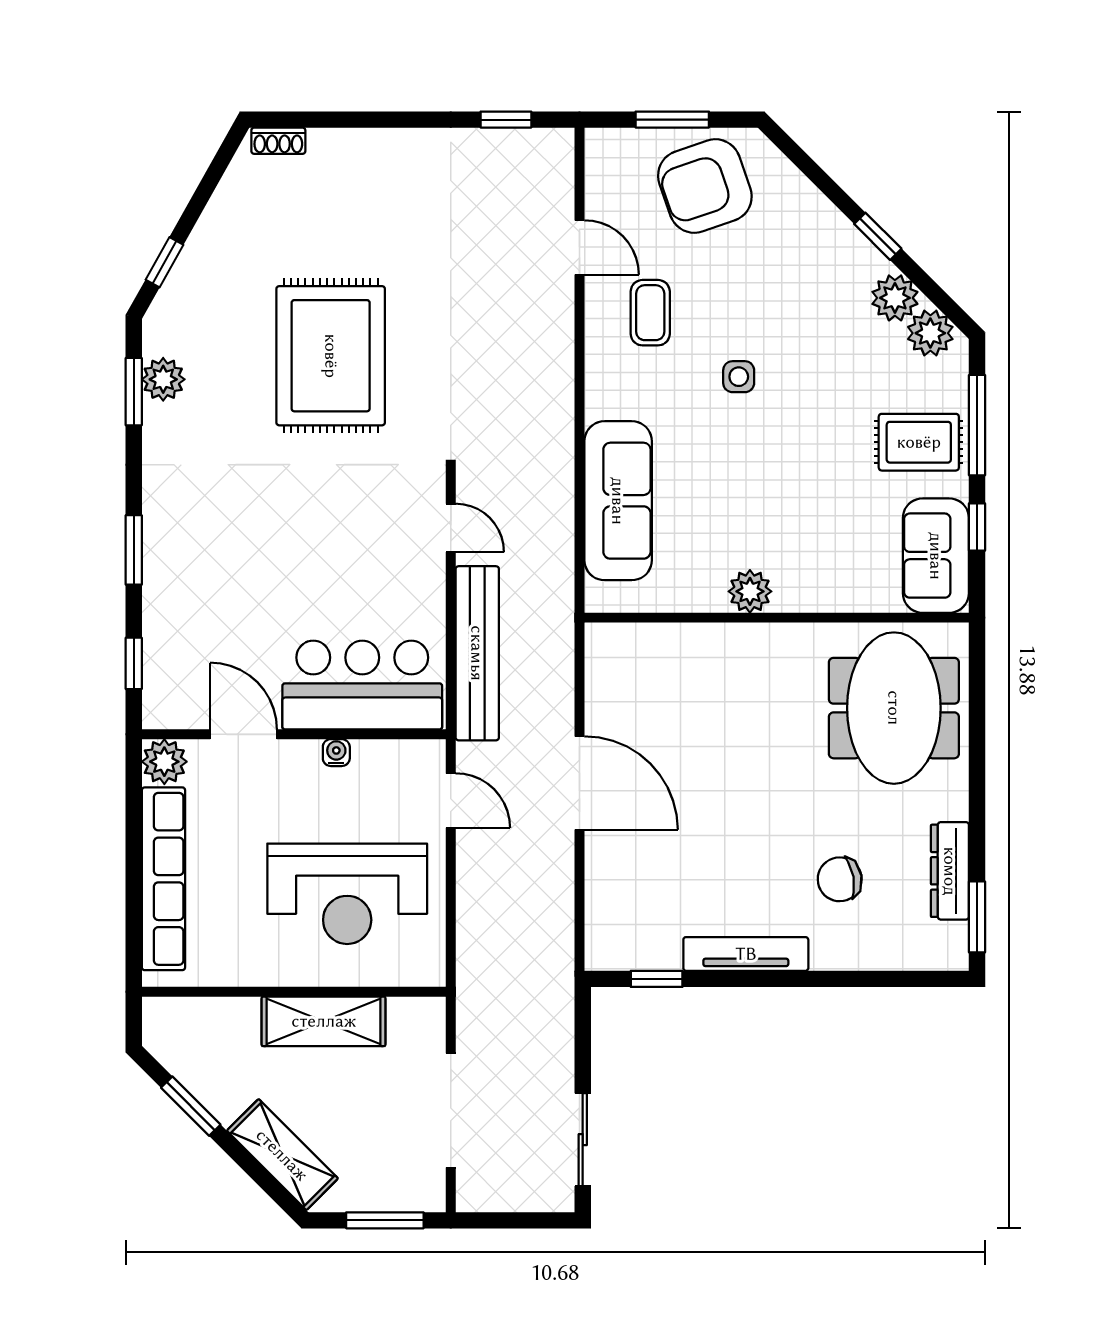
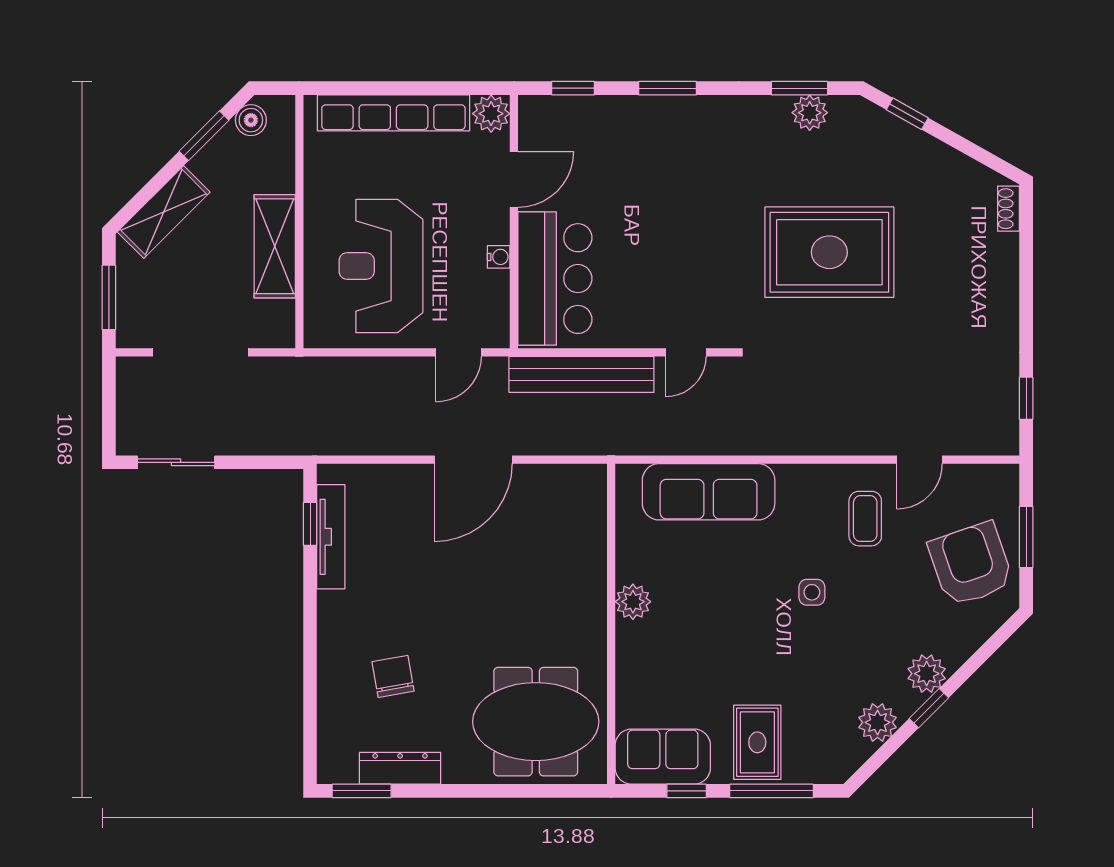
coffee table: (650, 313) -> (865, 519), turned 90
plant: (930, 333) -> (927, 674), moved
tv unit: (746, 954) -> (331, 537), moved
boiler: (172, 1050) -> (251, 120), added

